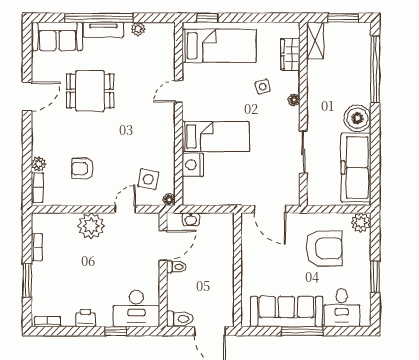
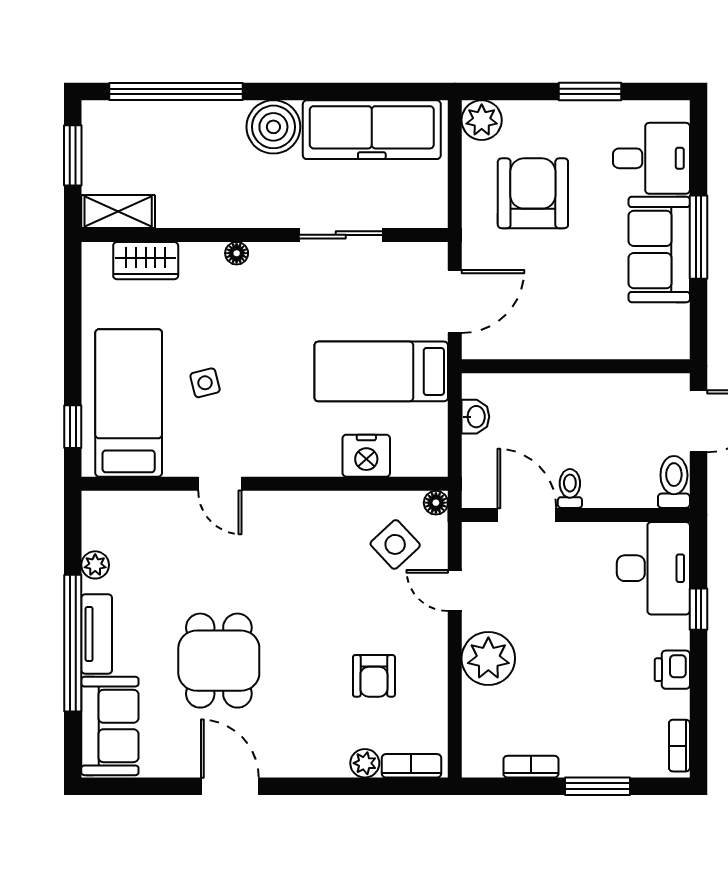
side table: (263, 87) -> (205, 383), moved
bed: (215, 137) -> (381, 371), moved, turned -90
side table: (148, 179) -> (395, 544), turned 36
washbasin: (191, 219) -> (475, 417), moved
sofa: (286, 312) -> (659, 249), width x0.73

